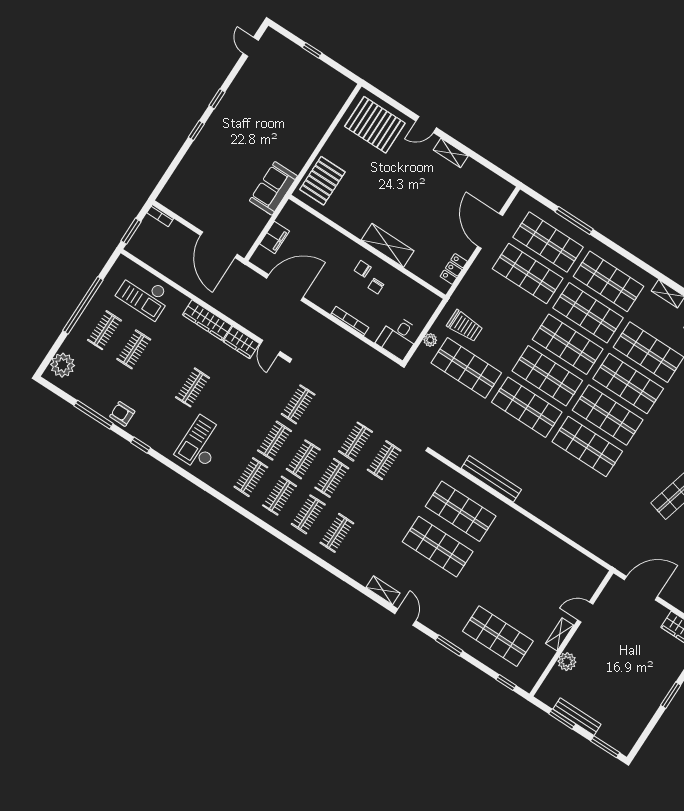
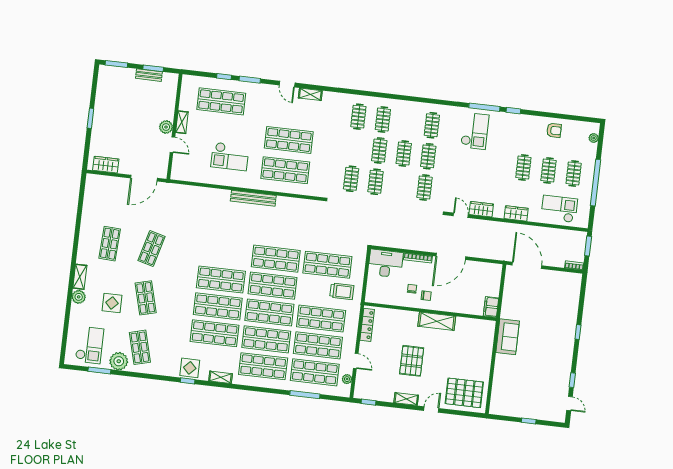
window: (217, 99) -> (572, 380), moved
window: (500, 172) -> (368, 402), added
pallet: (322, 181) -> (412, 361), moved
sofa: (273, 188) -> (508, 337), moved
door: (490, 231) -> (356, 361), width x0.53
filing cabinet: (274, 237) -> (491, 307), moved
shelving: (388, 245) -> (437, 321), moved
locker: (454, 269) -> (367, 325), width x1.53
door: (285, 288) -> (451, 256), moved
wardrobe: (207, 320) -> (516, 213), width x0.67
trolley: (465, 326) -> (342, 291), turned 180
desk: (398, 337) -> (386, 263), width x1.37
plant: (430, 340) -> (347, 379), moved
plant: (63, 365) -> (594, 138), width x0.53, depth x0.53
clothes rail: (193, 387) -> (523, 168), moved
armchair: (122, 414) -> (554, 130), moved
window: (94, 415) -> (484, 107), moved
shop shelf: (587, 446) -> (321, 319), moved
bench: (491, 479) -> (253, 198), moved
clothes rail: (280, 496) -> (407, 122), removed
checkout: (521, 562) -> (230, 156), added
door: (585, 612) -> (172, 145), hinge flipped
plant: (567, 662) -> (166, 127), moved
window: (506, 683) -> (224, 77), moved
bench: (577, 717) -> (149, 75), width x0.73

